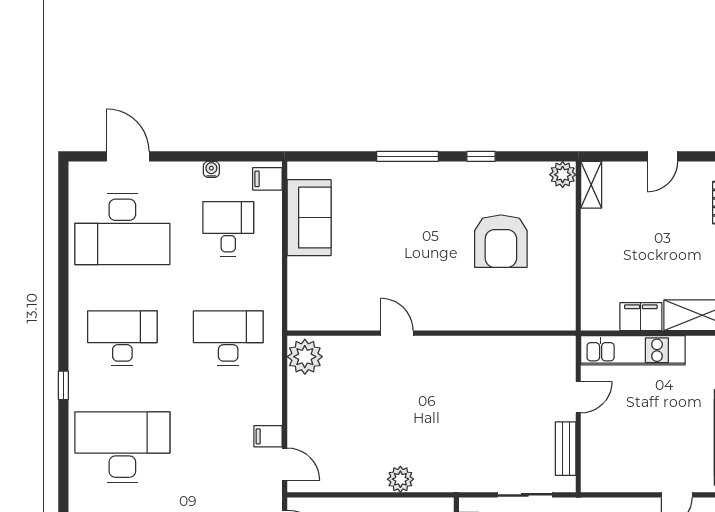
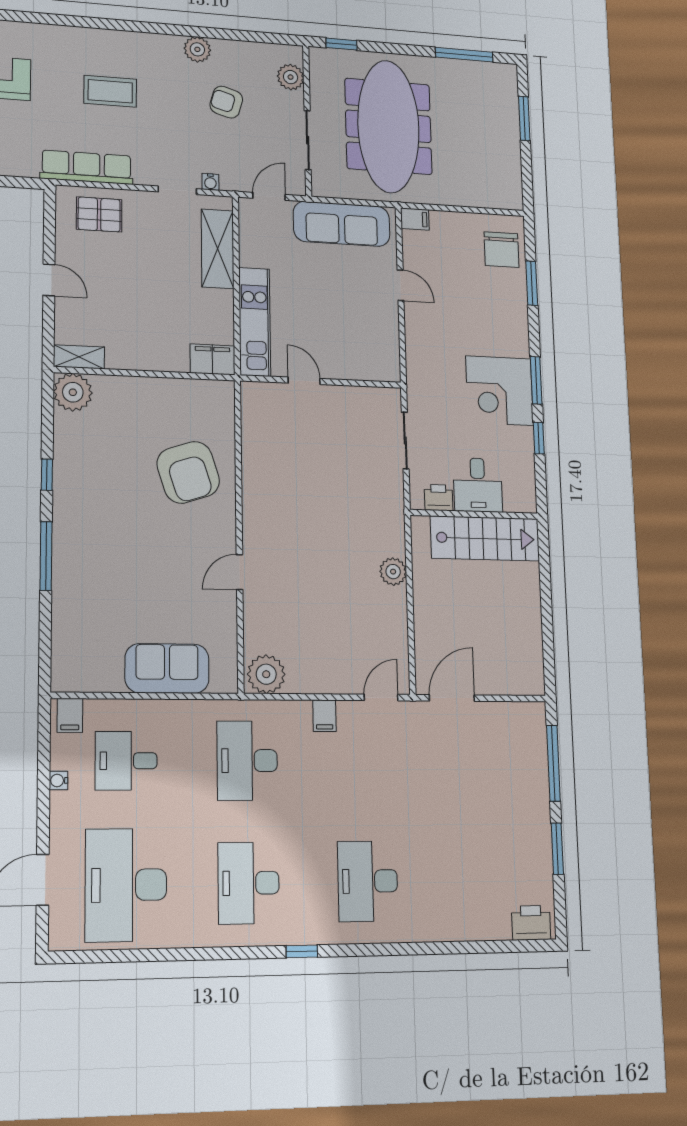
plant: (563, 175) -> (73, 392), width x1.36, depth x1.36
sofa: (309, 218) -> (167, 668), moved
desk: (122, 229) -> (126, 885), turned 180
armchair: (501, 241) -> (188, 472), moved, turned 72
filing cabinet: (641, 317) -> (213, 359), moved, turned 90
filing cabinet: (268, 436) -> (324, 716), moved
desk: (122, 447) -> (368, 881), width x0.73, depth x0.77
bench: (566, 449) -> (357, 396), removed

